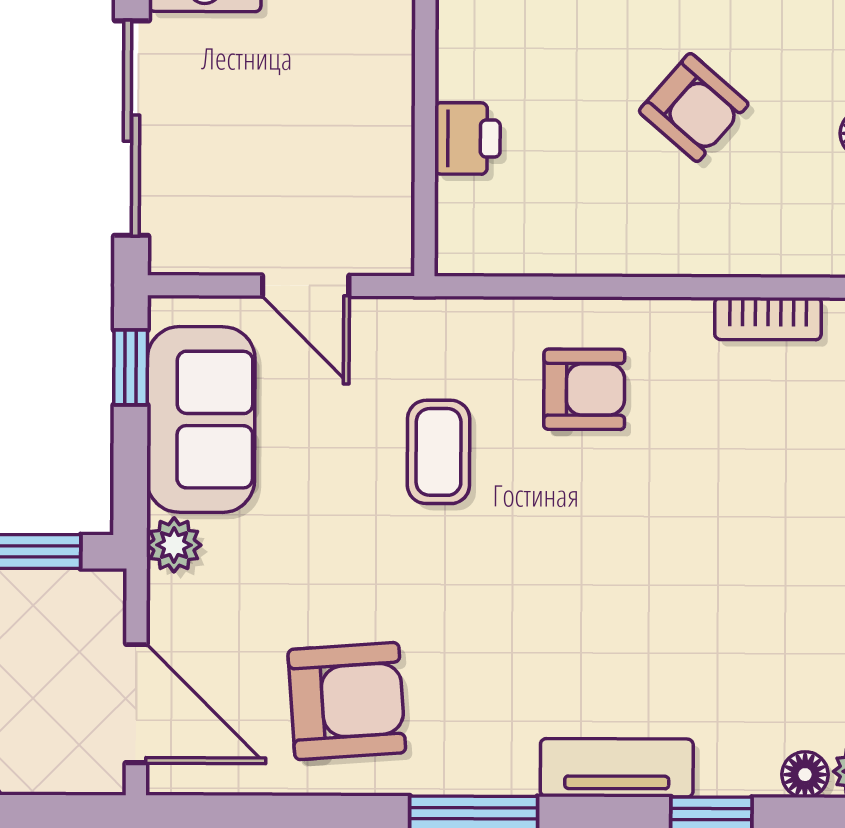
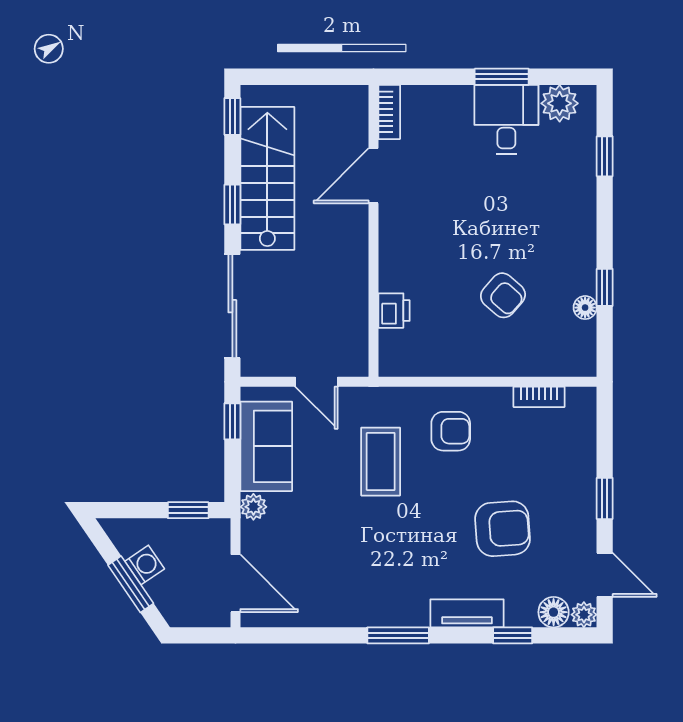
coffee table: (439, 452) -> (381, 462), width x1.36, depth x1.30
armchair: (347, 701) -> (503, 529), moved
floor lamp: (805, 775) -> (554, 612), width x1.37, depth x1.37

